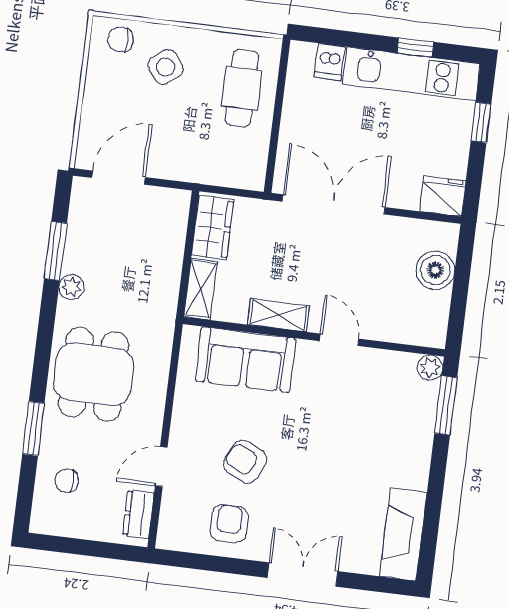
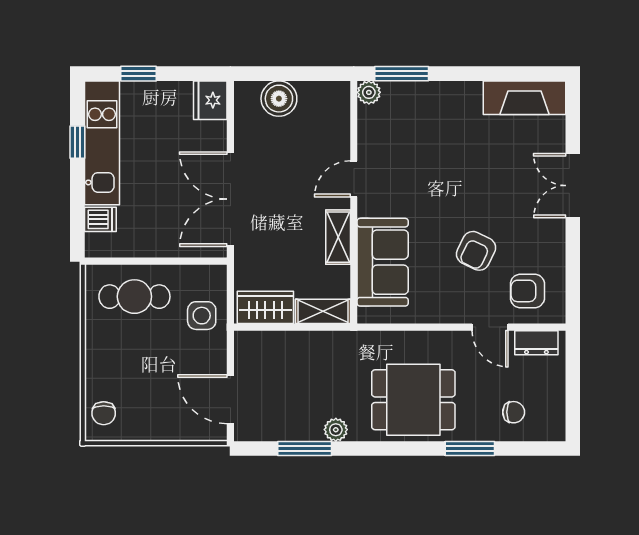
side table: (166, 67) -> (202, 316), moved, turned 37
chair: (67, 481) -> (514, 412), turned -90
armchair: (229, 524) -> (527, 291), moved

